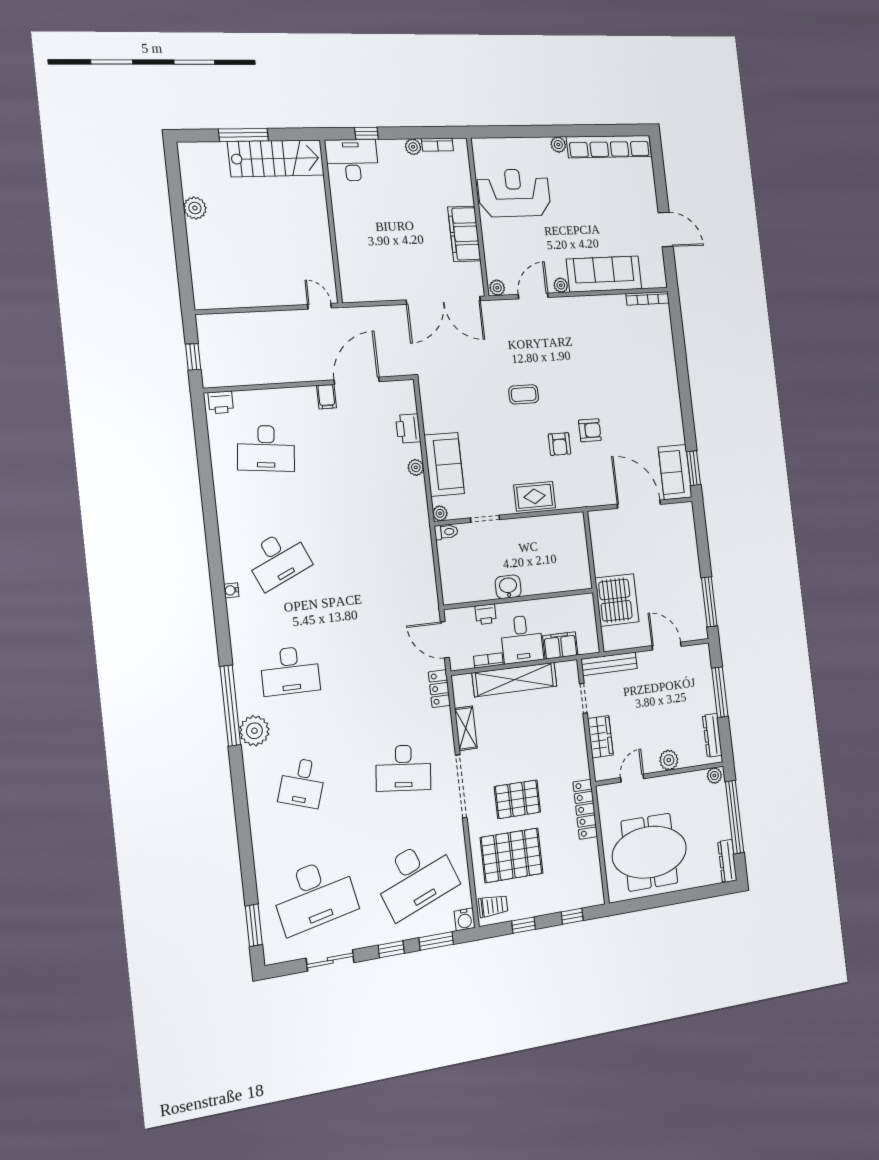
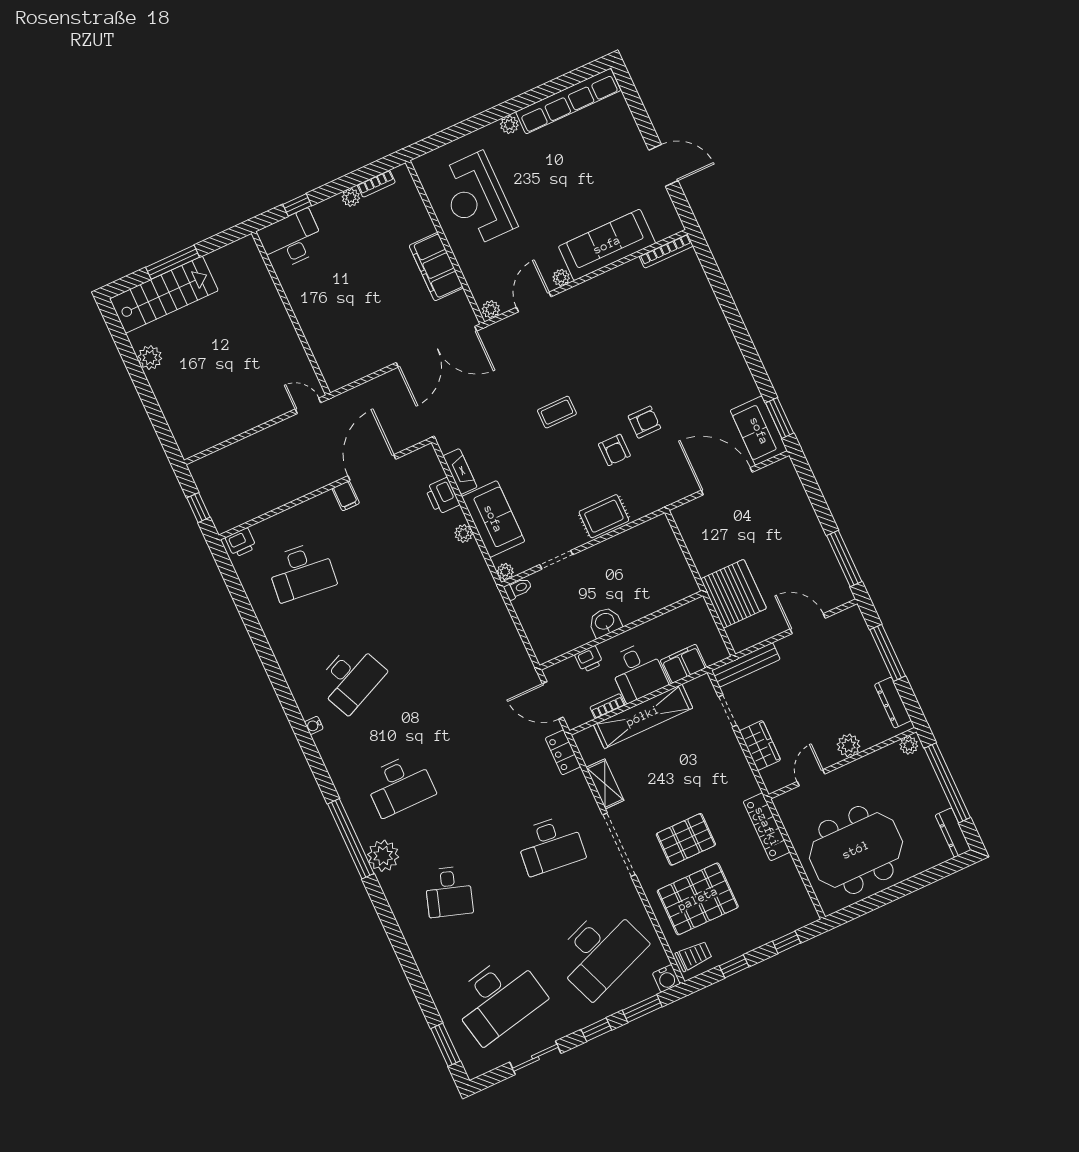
stairs: (276, 158) -> (164, 295), moved
reception desk: (514, 193) -> (477, 199), turned -90
fireplace: (430, 413) -> (460, 472), added

